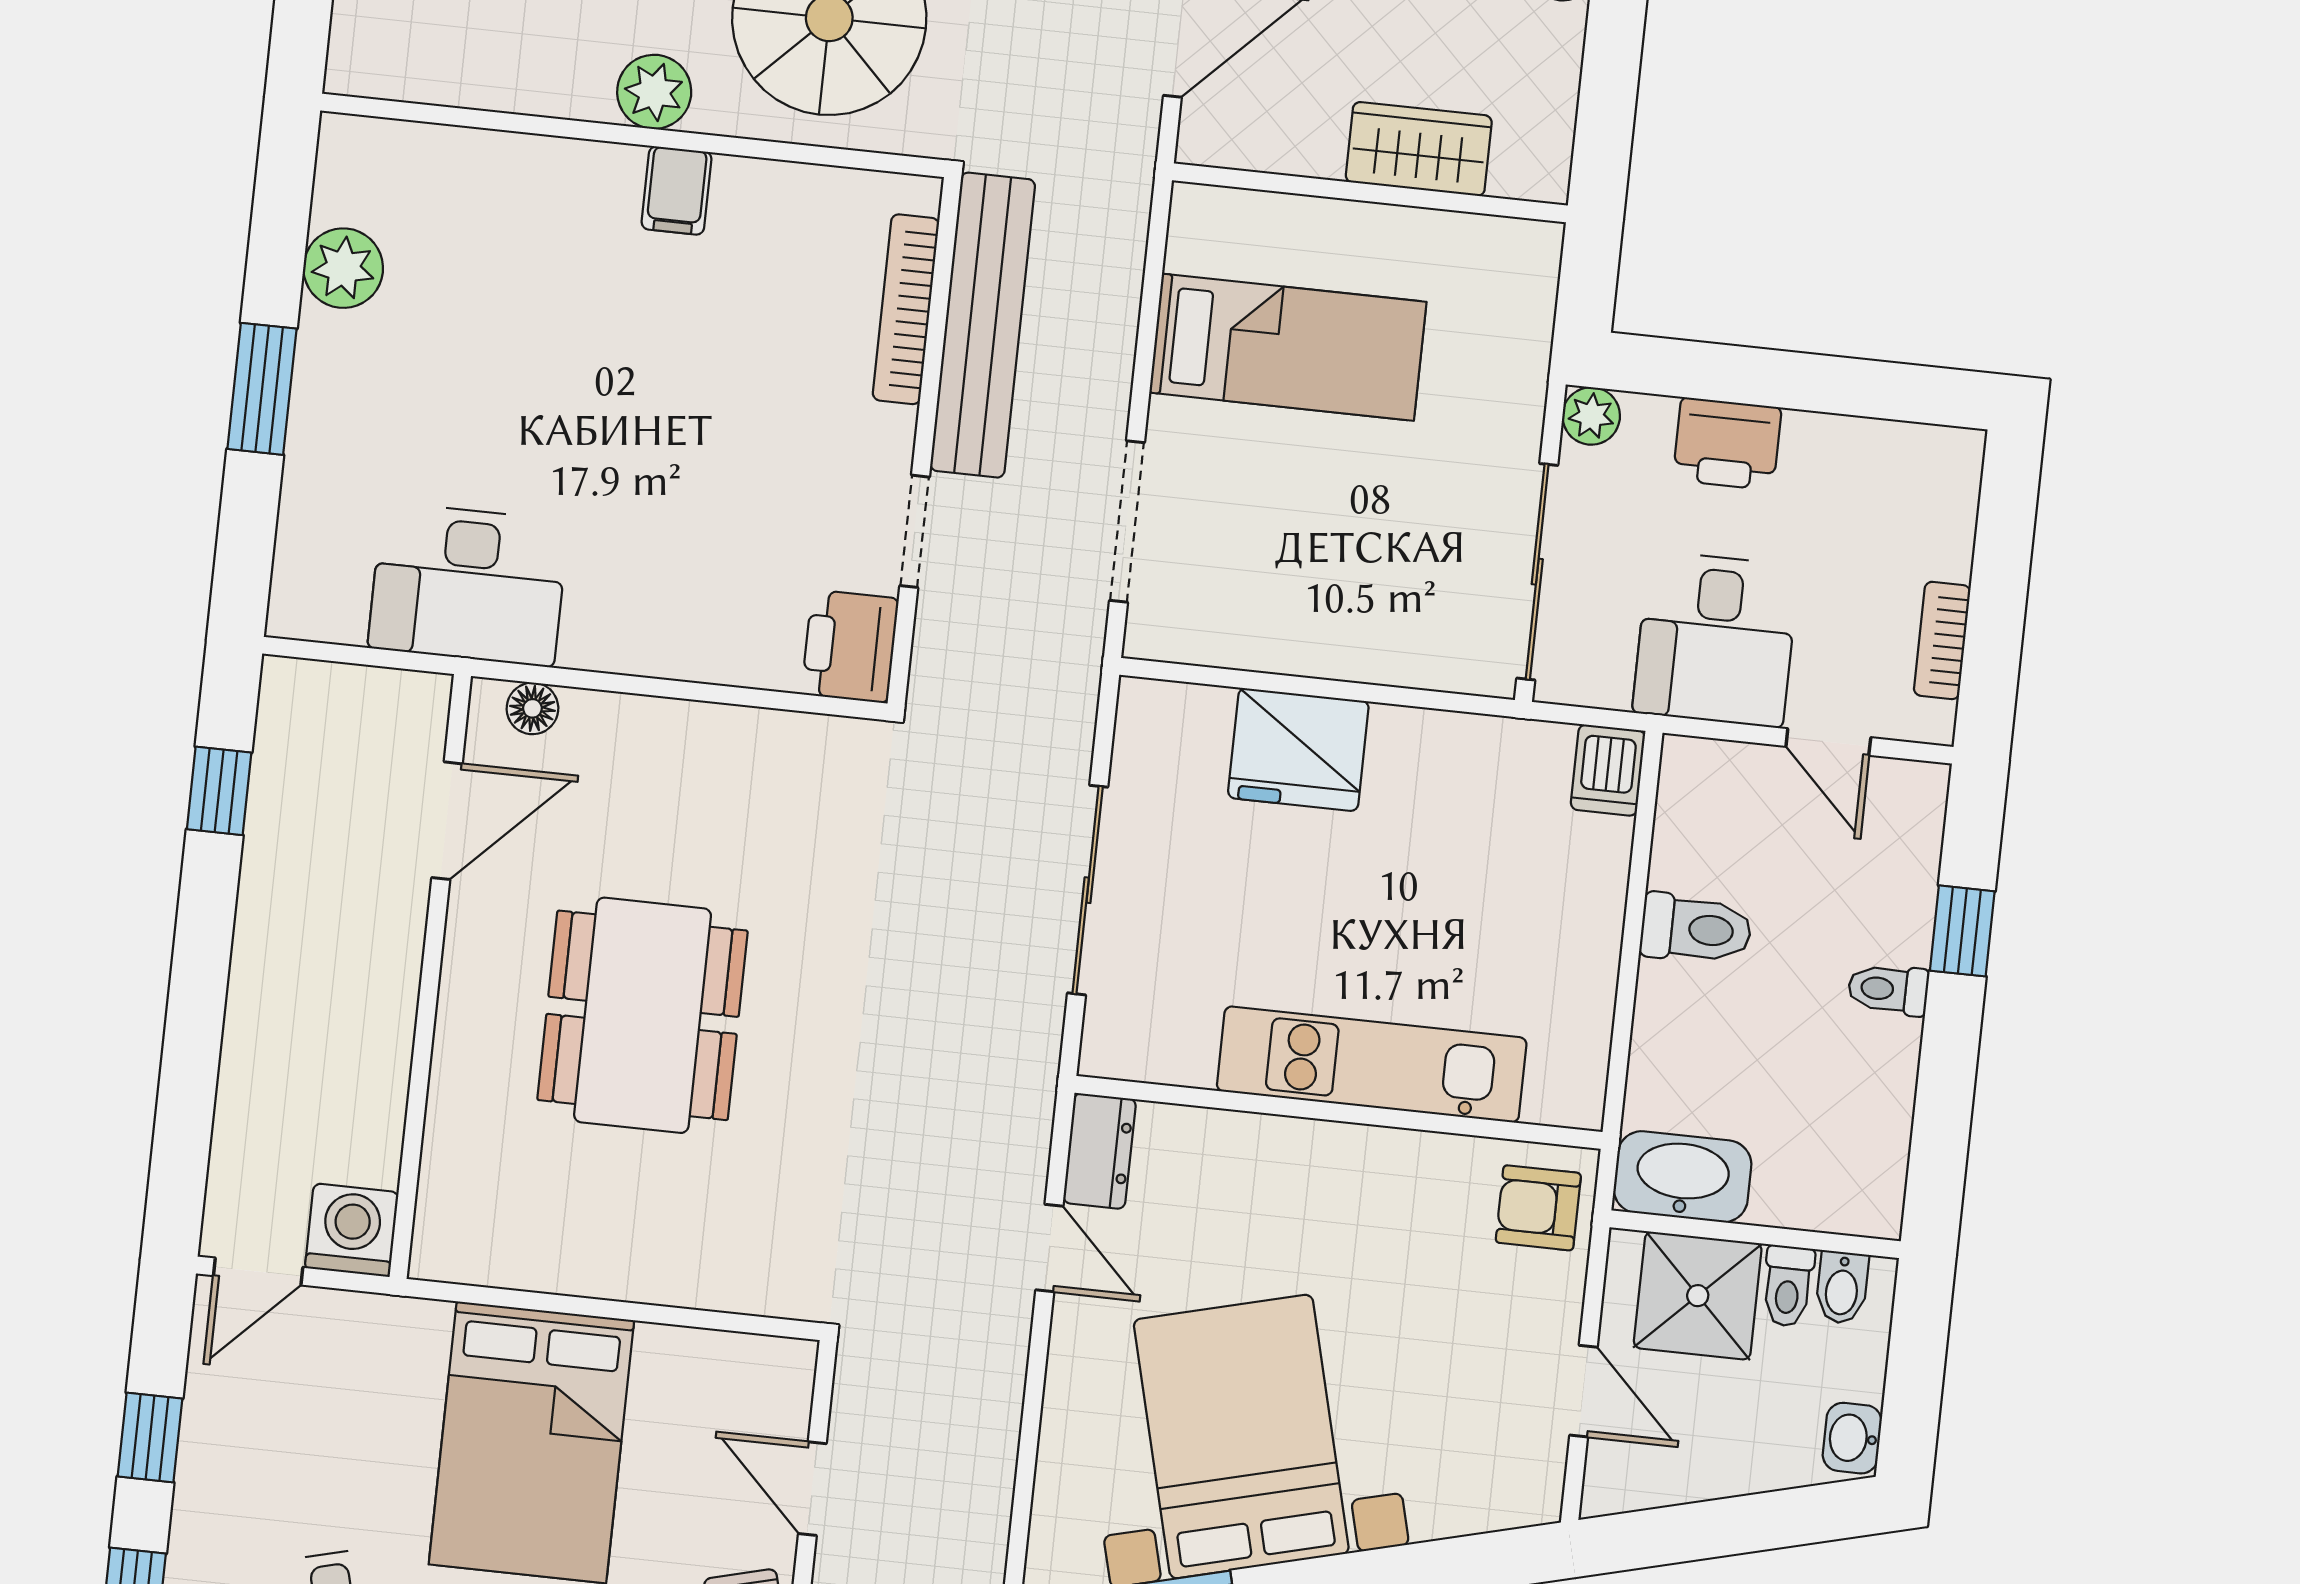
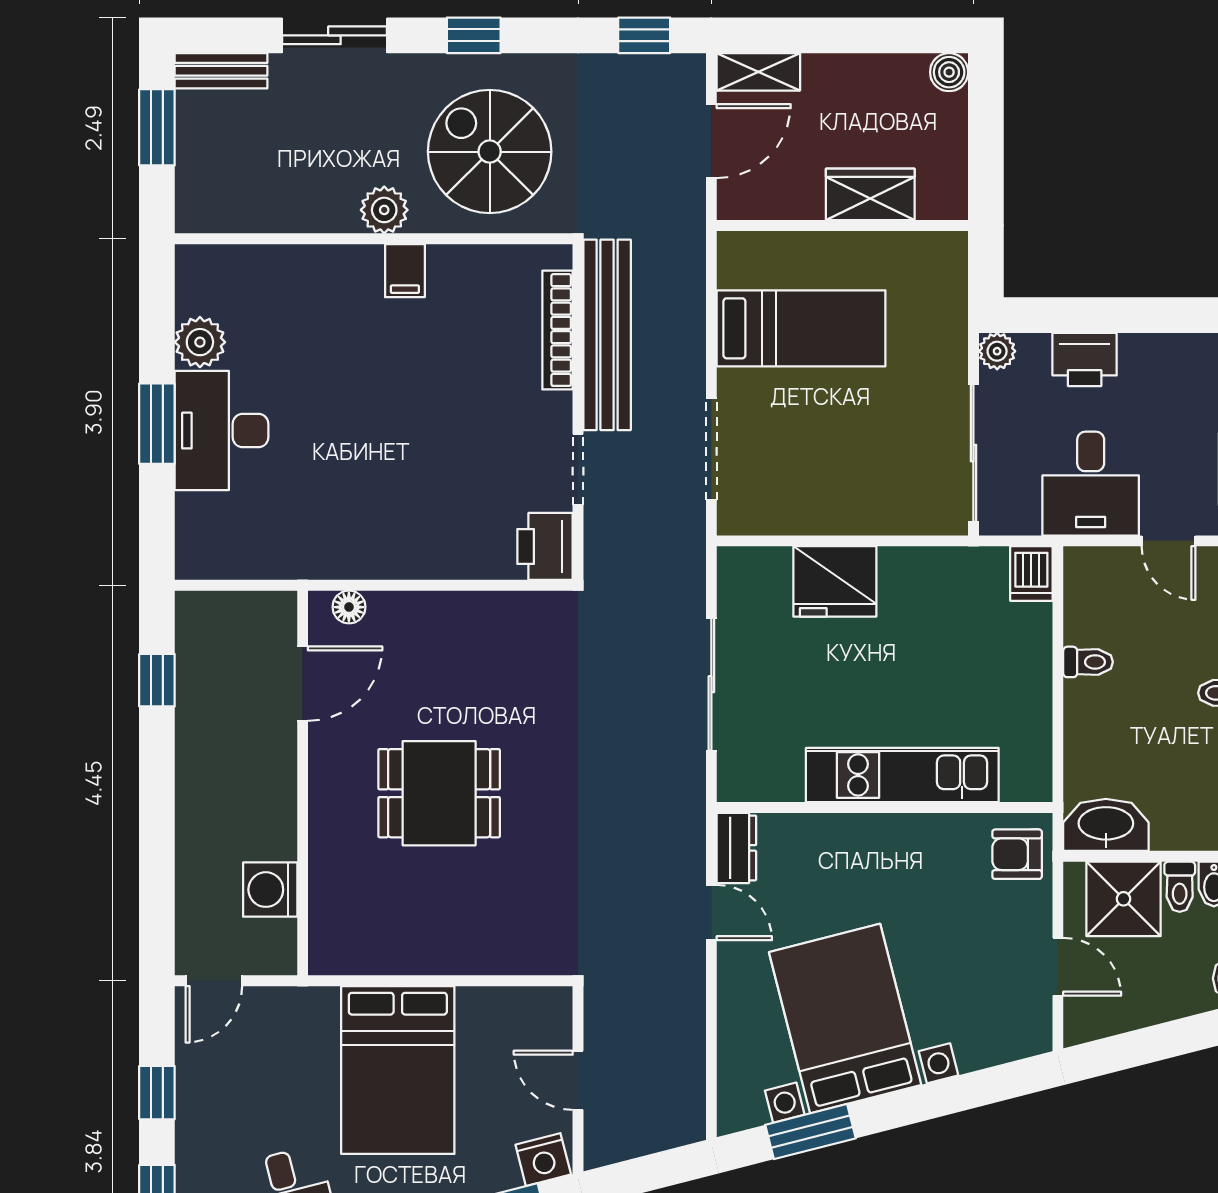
desk: (468, 584) -> (221, 431), moved, turned 90
toilet: (1696, 929) -> (1088, 662), width x0.73, depth x0.72
dining table: (643, 1015) -> (439, 793), width x0.73
washing machine: (352, 1230) -> (270, 890), moved, turned -90

